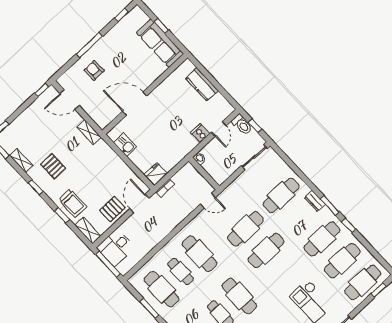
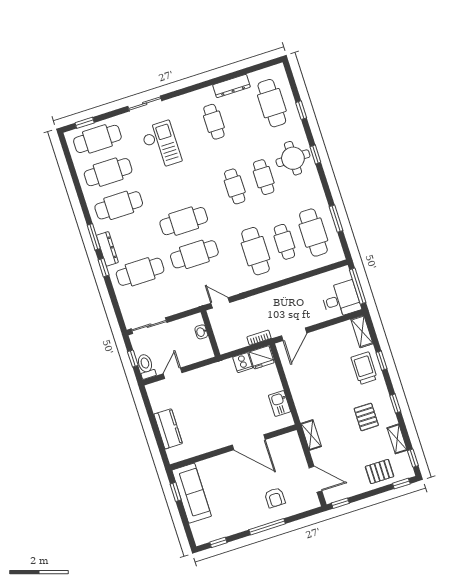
window: (161, 26) -> (176, 492), moved
cooker: (200, 133) -> (243, 363), moved
washbasin: (199, 158) -> (201, 332), moved
dresser: (315, 201) -> (107, 249), width x1.44
pallet: (112, 209) -> (380, 471), moved
window: (349, 225) -> (104, 267), moved
cafe table: (239, 296) -> (235, 186), width x0.73, depth x0.74

